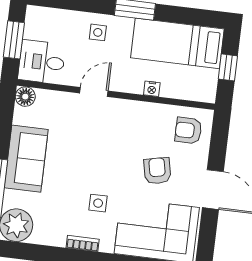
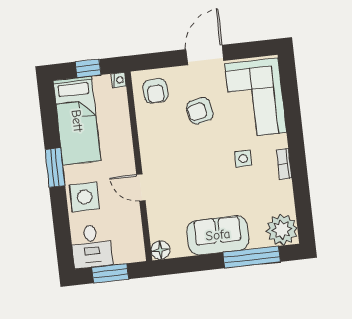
side table: (98, 32) -> (85, 197), width x1.87, depth x1.87
desk: (42, 62) -> (92, 246), moved
nightstand: (152, 89) -> (119, 80), moved

